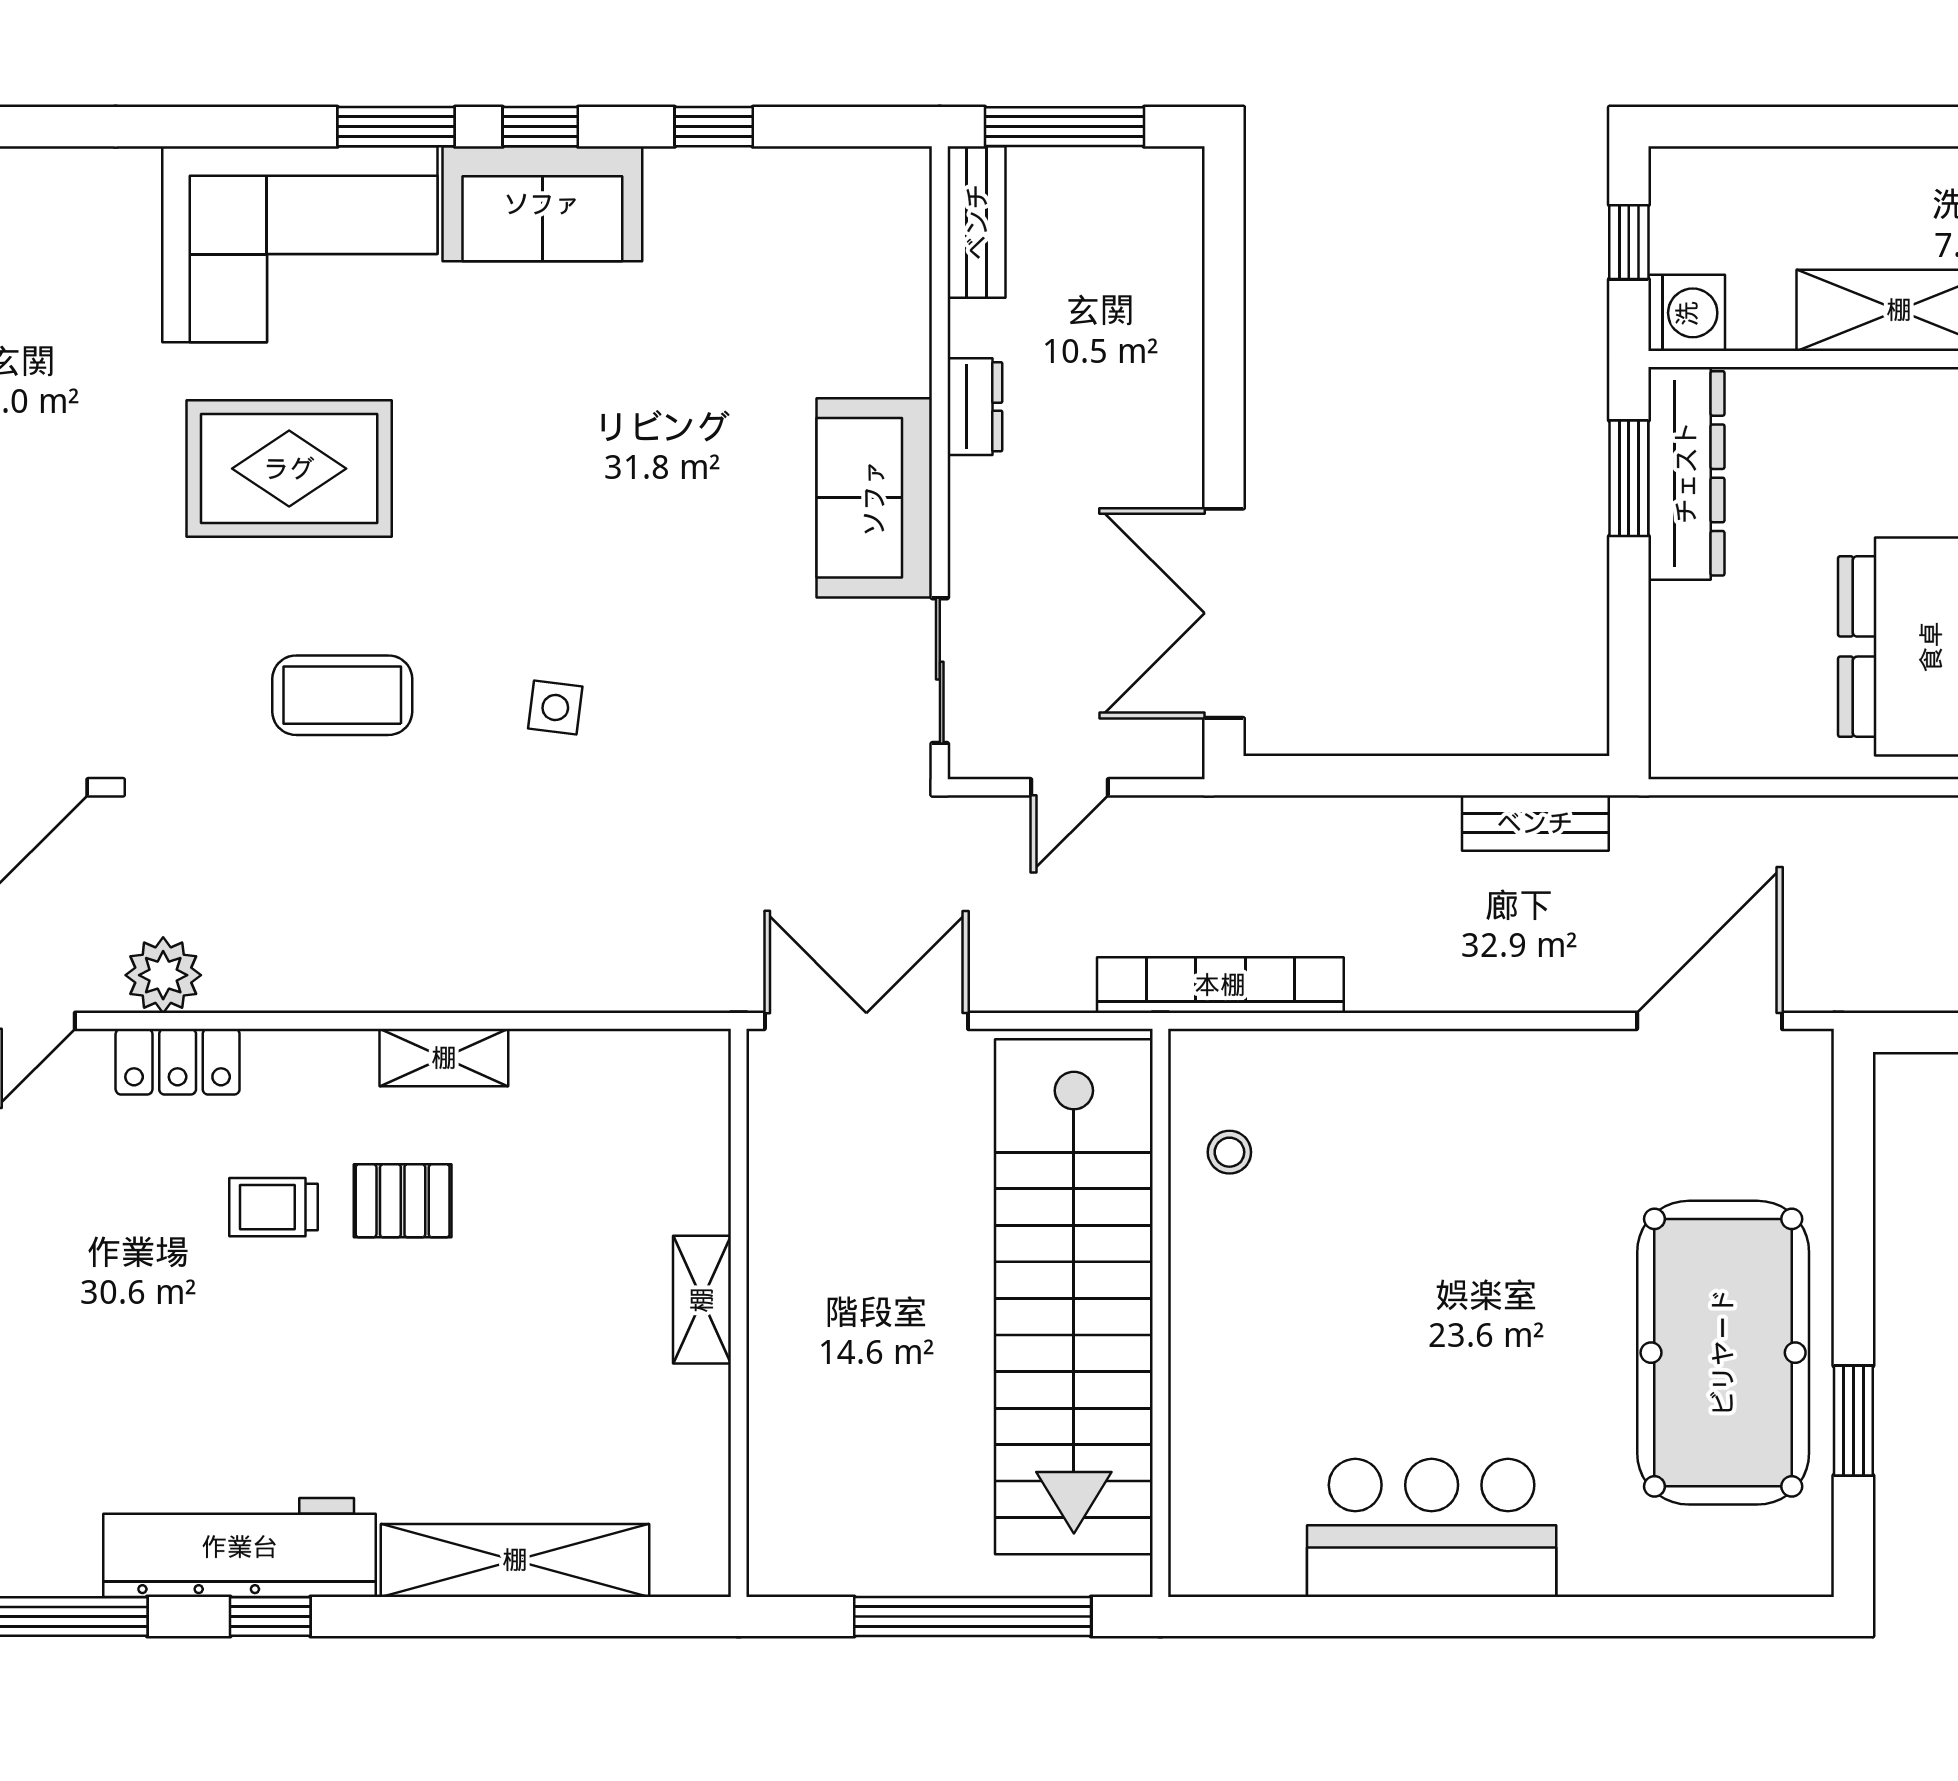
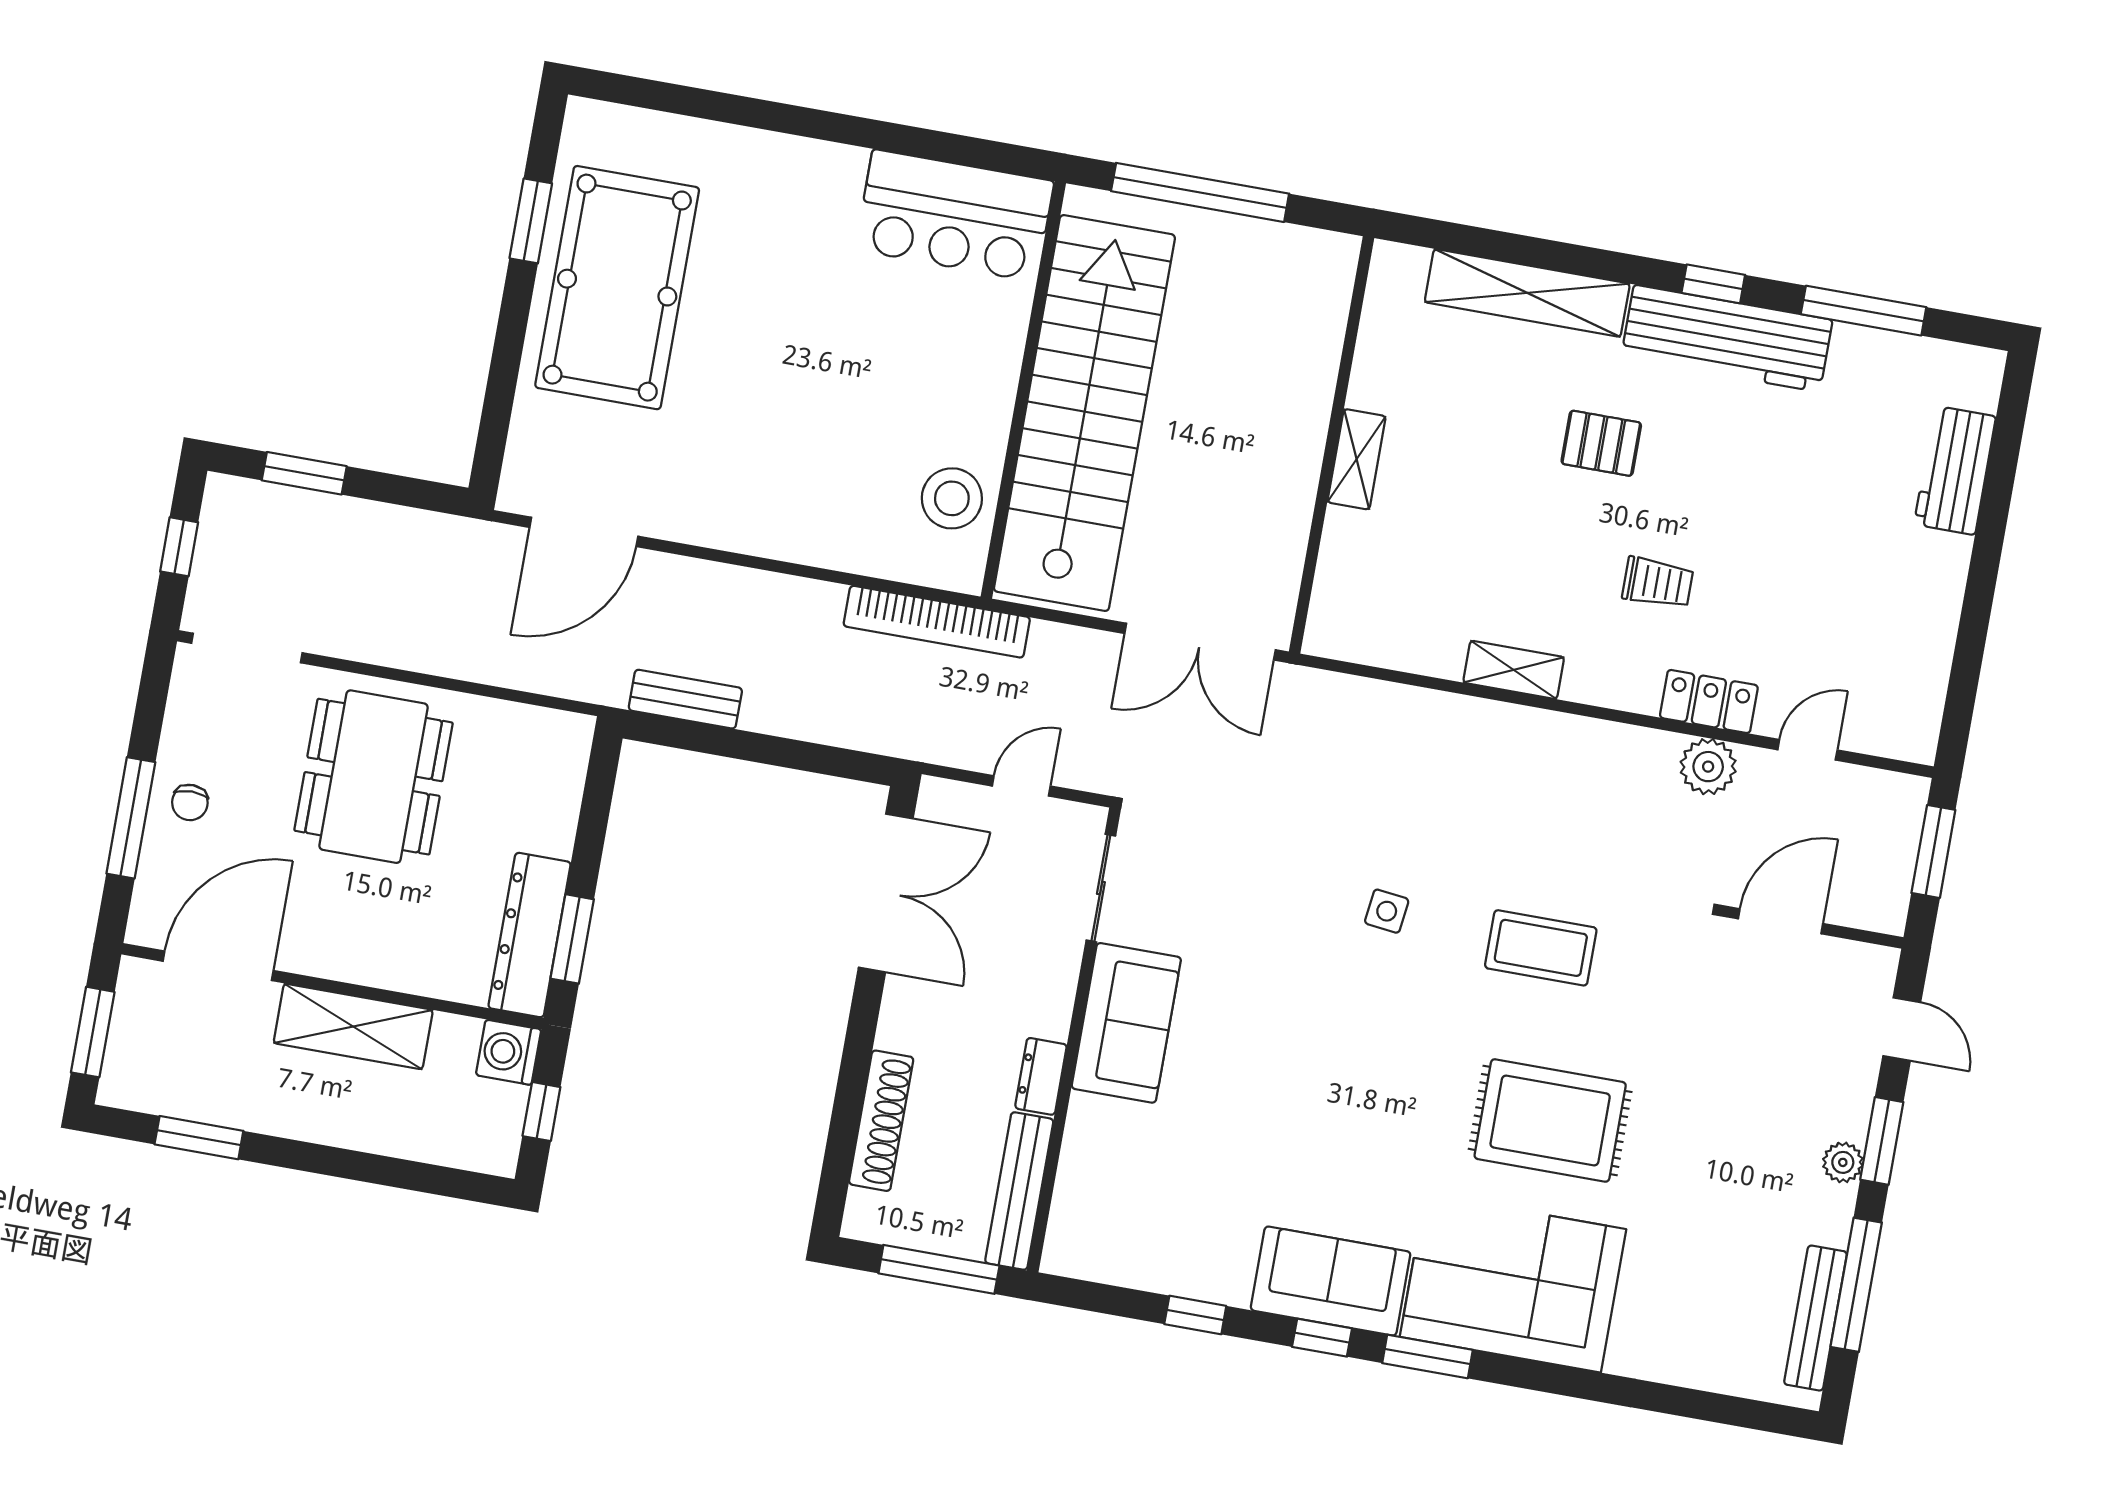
bench: (977, 222) -> (1019, 1191), width x1.36
shoe rack: (1176, 310) -> (881, 1121), added
stool: (1229, 1152) -> (952, 498), width x1.89, depth x1.89
pallet: (403, 1201) -> (1601, 443), moved
bar counter: (1432, 1528) -> (955, 216), moved

